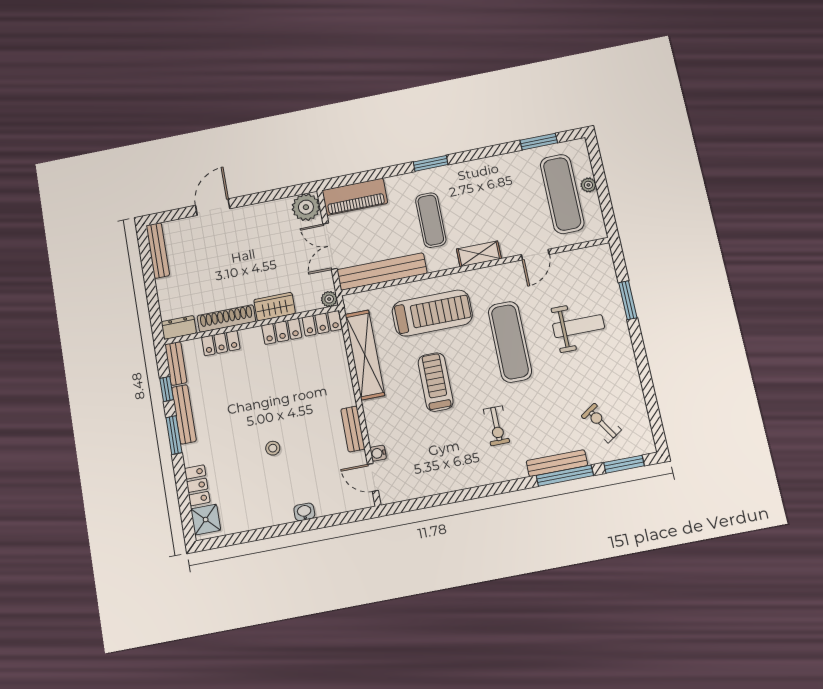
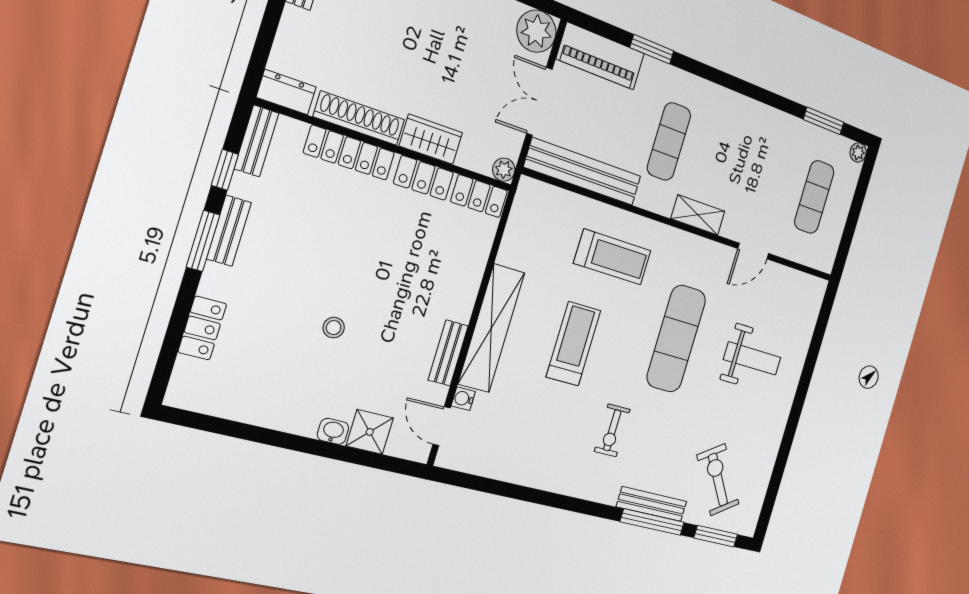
window: (431, 163) -> (652, 49), moved
plant: (588, 185) -> (858, 152), moved
exercise mat: (562, 194) -> (814, 197), width x0.73, depth x0.69
window: (628, 300) -> (812, 356), removed
treadmill: (432, 313) -> (612, 257), width x0.73, depth x0.73
locker: (221, 343) -> (349, 153), width x1.53
shelving: (365, 355) -> (491, 328), moved
bench: (184, 414) -> (229, 231), width x0.73
exercise bike: (601, 423) -> (718, 480), width x1.38, depth x1.39
shower: (206, 520) -> (370, 432), moved

